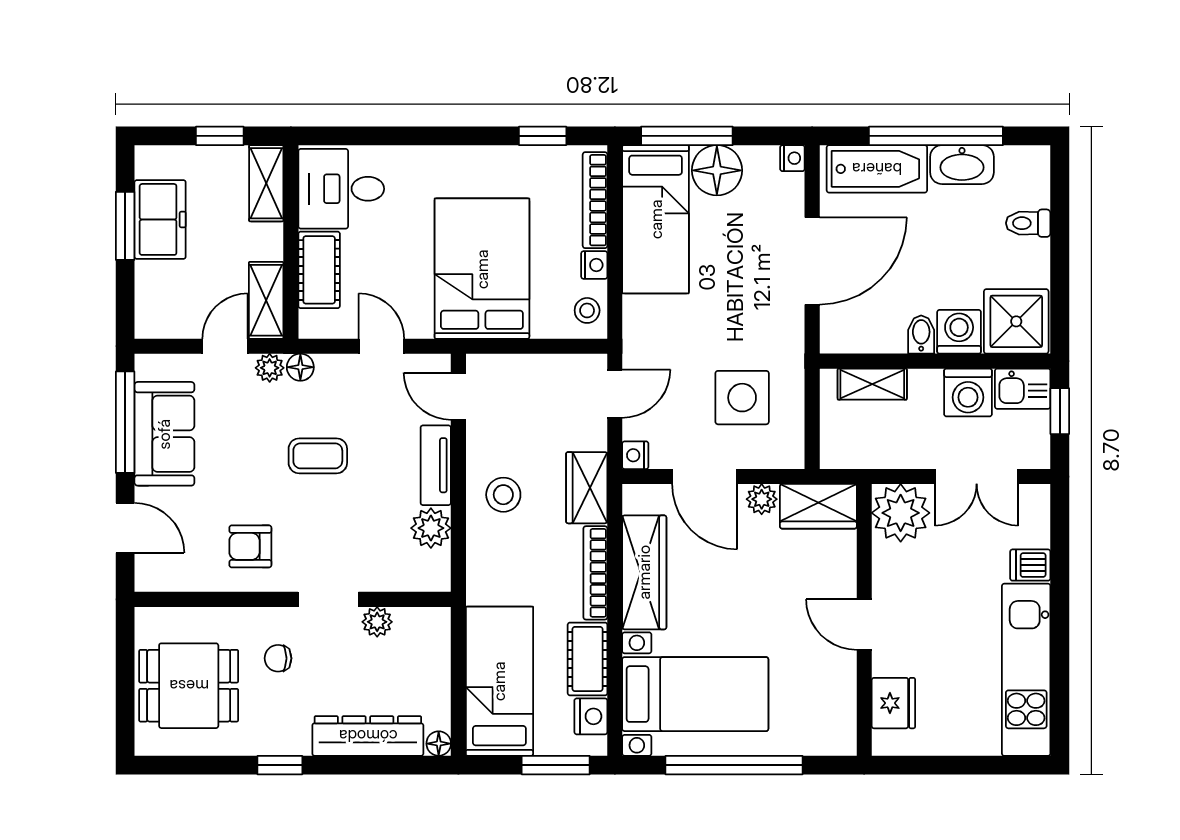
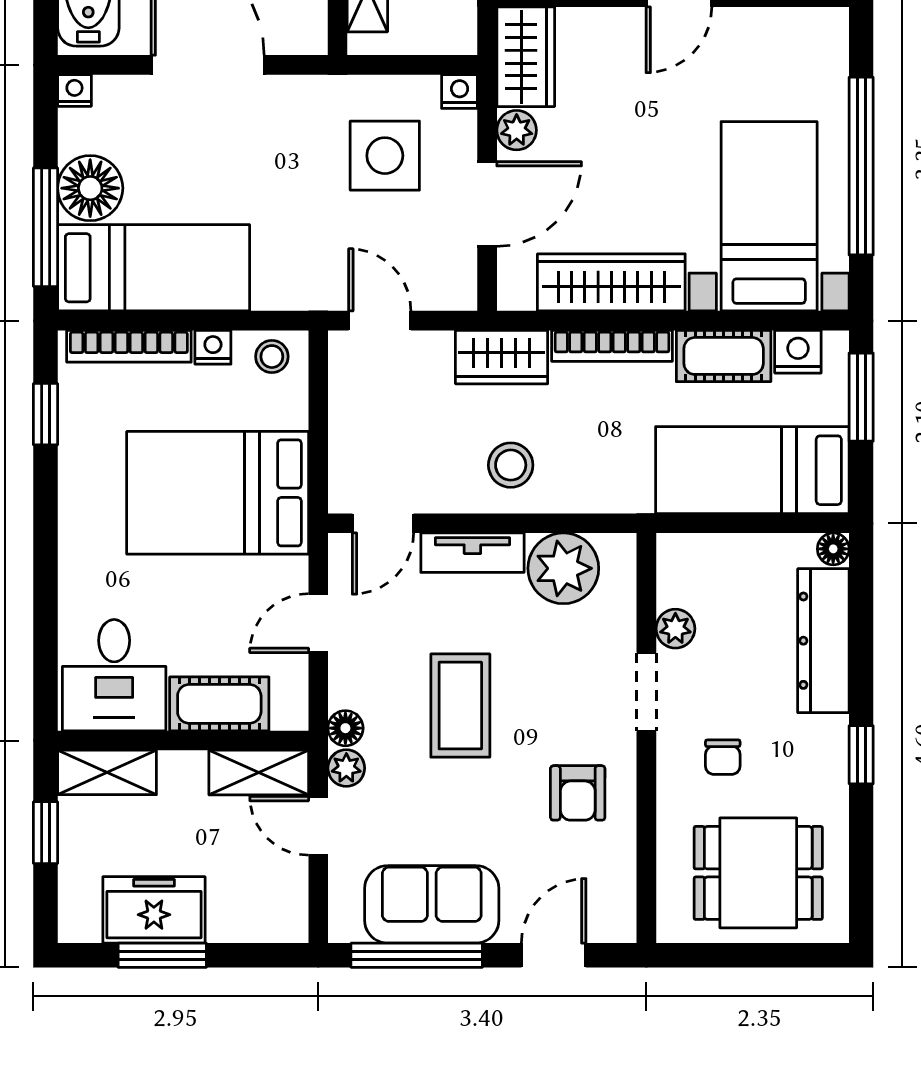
nightstand: (635, 455) -> (460, 91), moved, turned 180
coffee table: (318, 456) -> (460, 706), width x1.36, depth x1.30
plant: (431, 528) -> (563, 568), width x1.36, depth x1.36
dining table: (189, 686) -> (758, 873), turned 90

